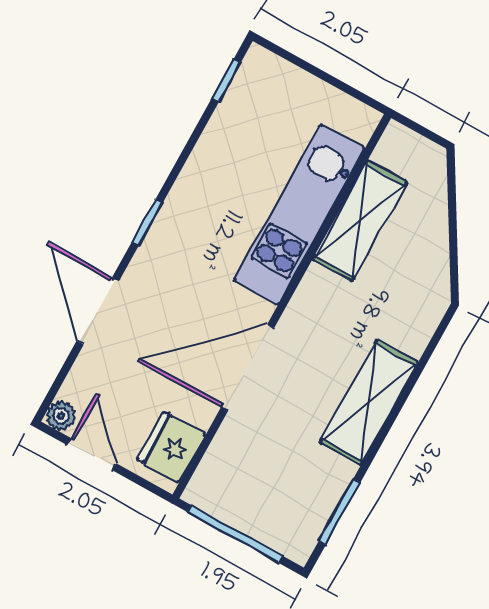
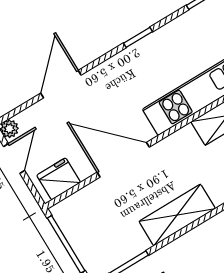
window: (147, 222) -> (138, 37), moved

